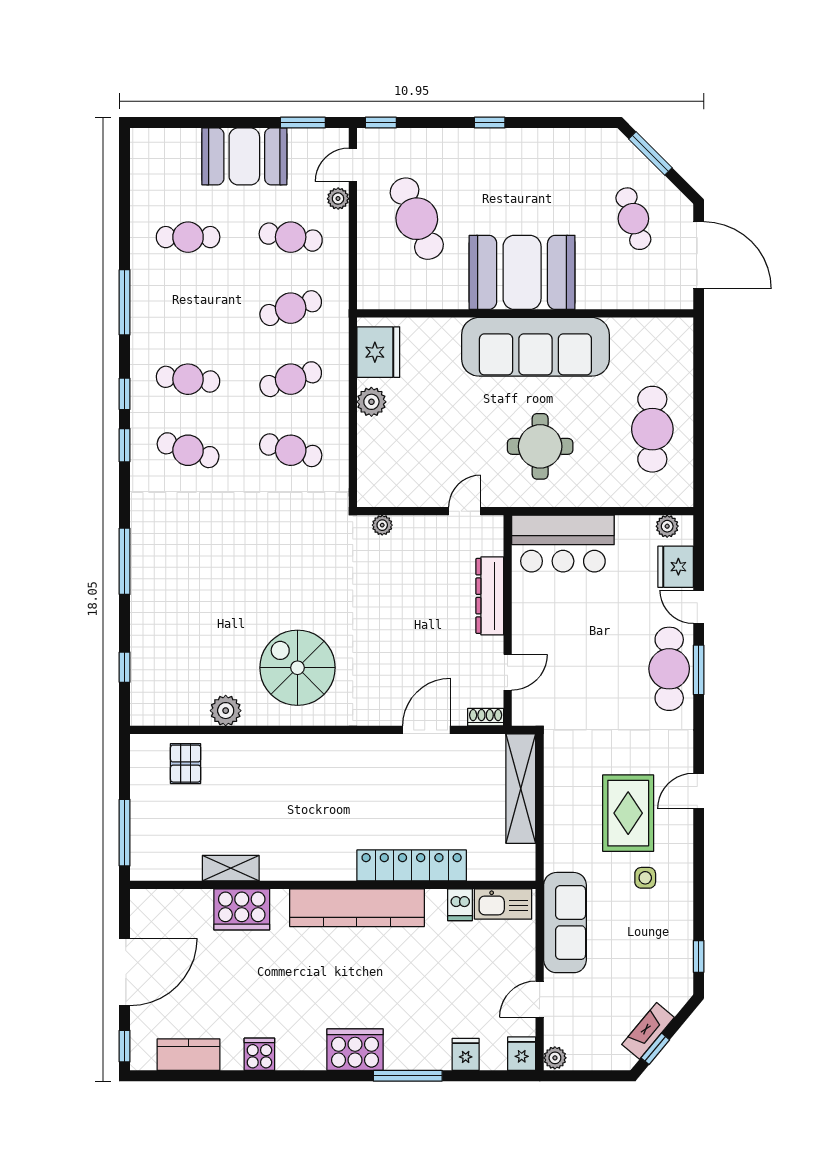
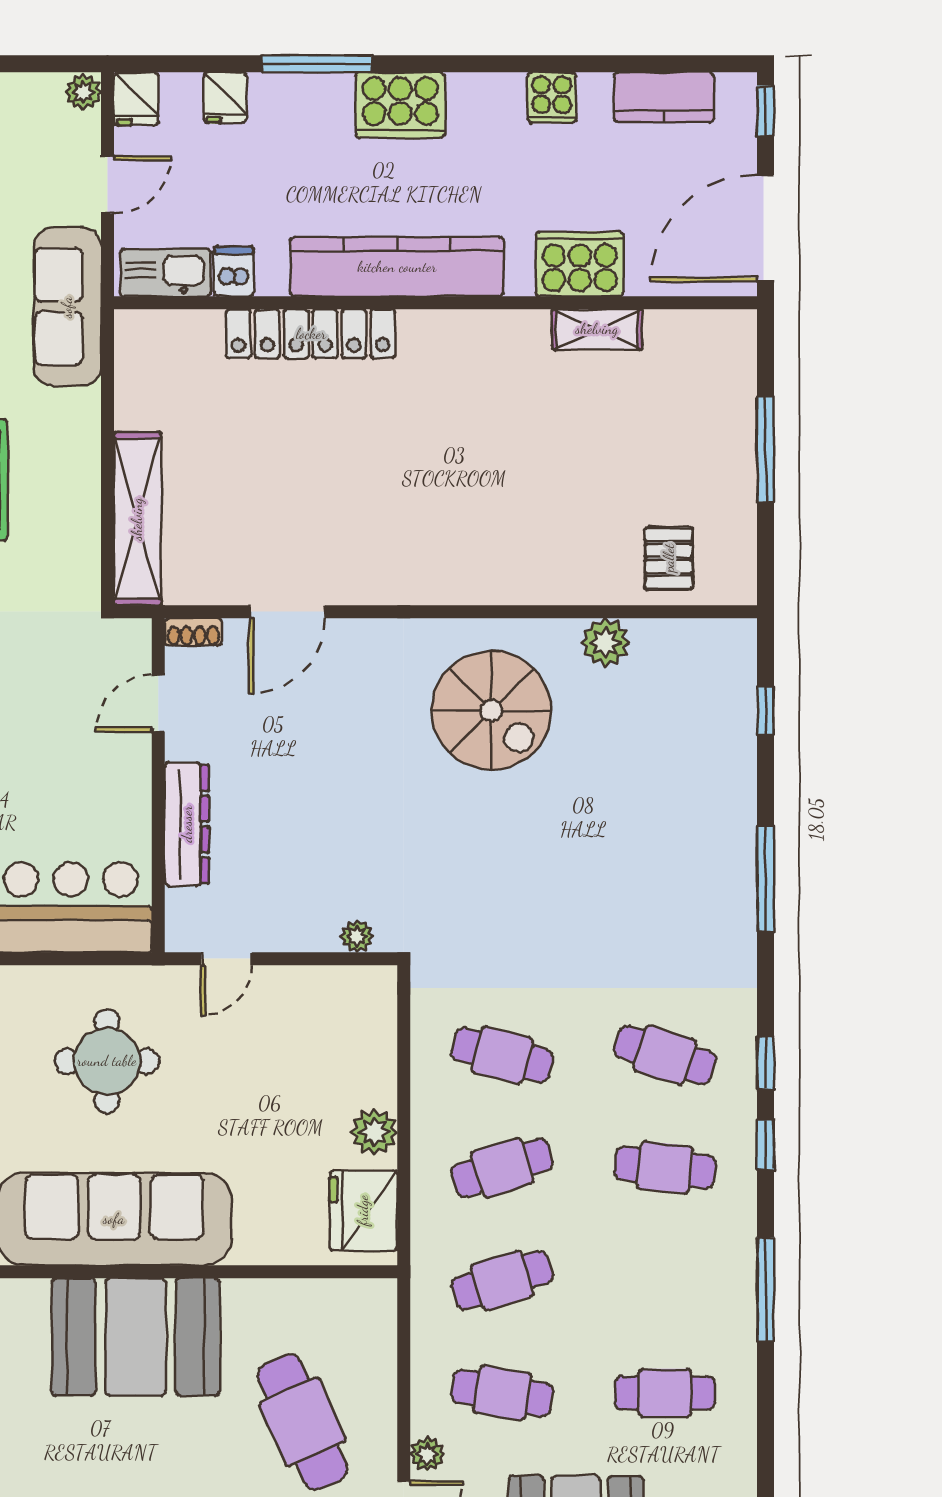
locker: (412, 865) -> (311, 334), moved
shelving: (231, 868) -> (597, 329), moved
wall: (333, 885) -> (435, 303), moved
kitchen sink: (503, 904) -> (166, 273), moved
dishwasher: (460, 905) -> (234, 271), moved
kitchen counter: (357, 908) -> (397, 267), moved
cooker: (242, 909) -> (580, 264), moved

